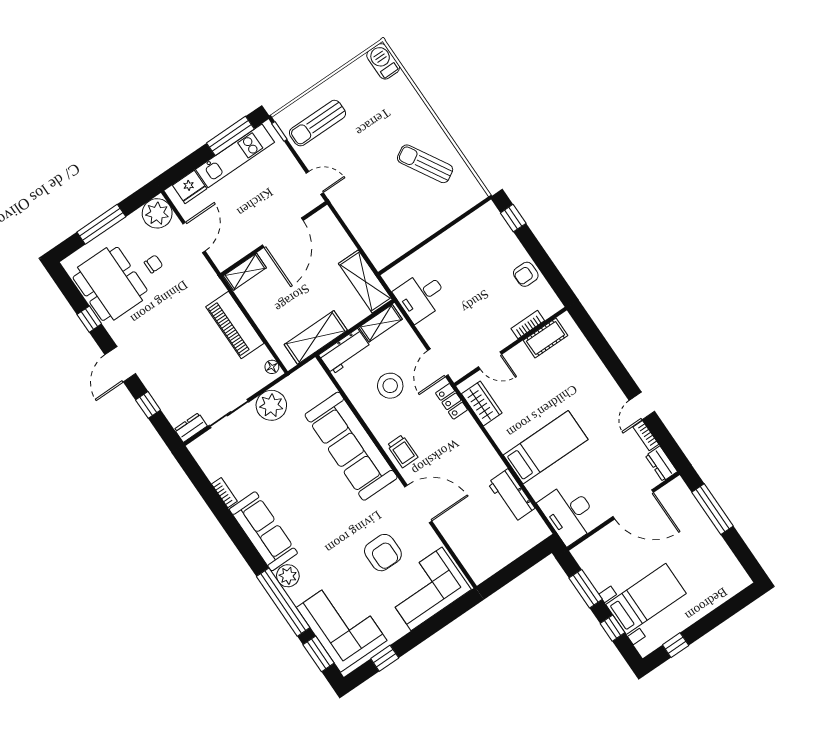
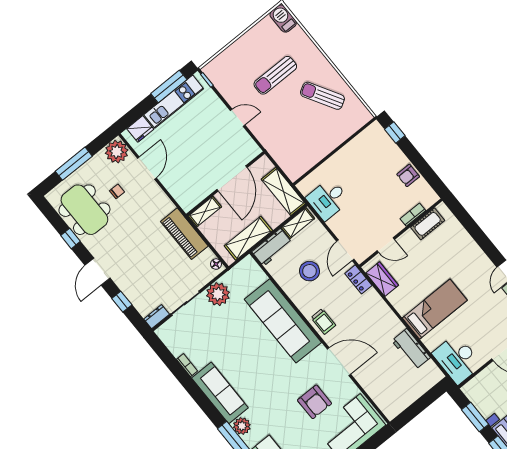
sun lounger: (318, 123) -> (275, 75), moved
door: (283, 233) -> (232, 178), moved
wall: (274, 239) -> (225, 184), moved
shelving: (245, 272) -> (205, 211), moved

